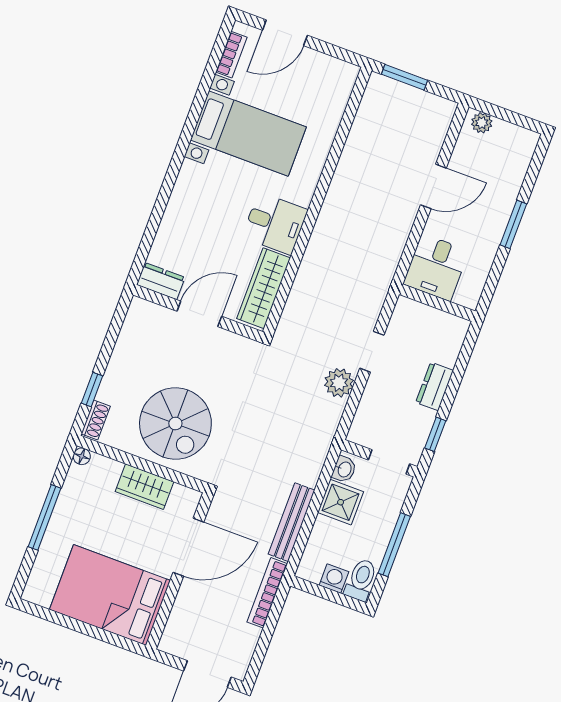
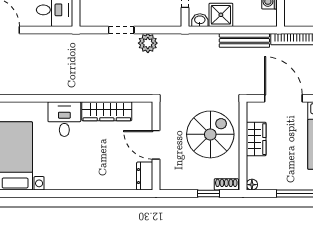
dresser: (161, 281) -> (145, 176), moved
wall: (198, 313) -> (156, 146), moved
door: (199, 314) -> (156, 145), moved

